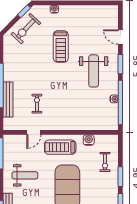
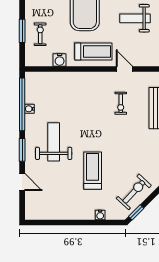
door: (34, 132) -> (124, 69), hinge flipped
window: (120, 177) -> (22, 31), moved

